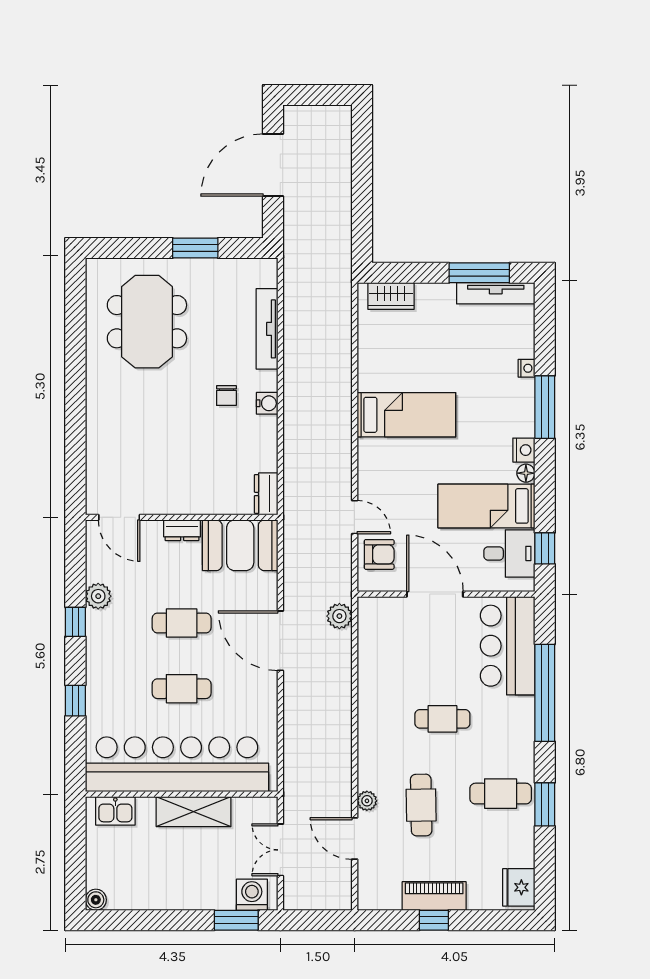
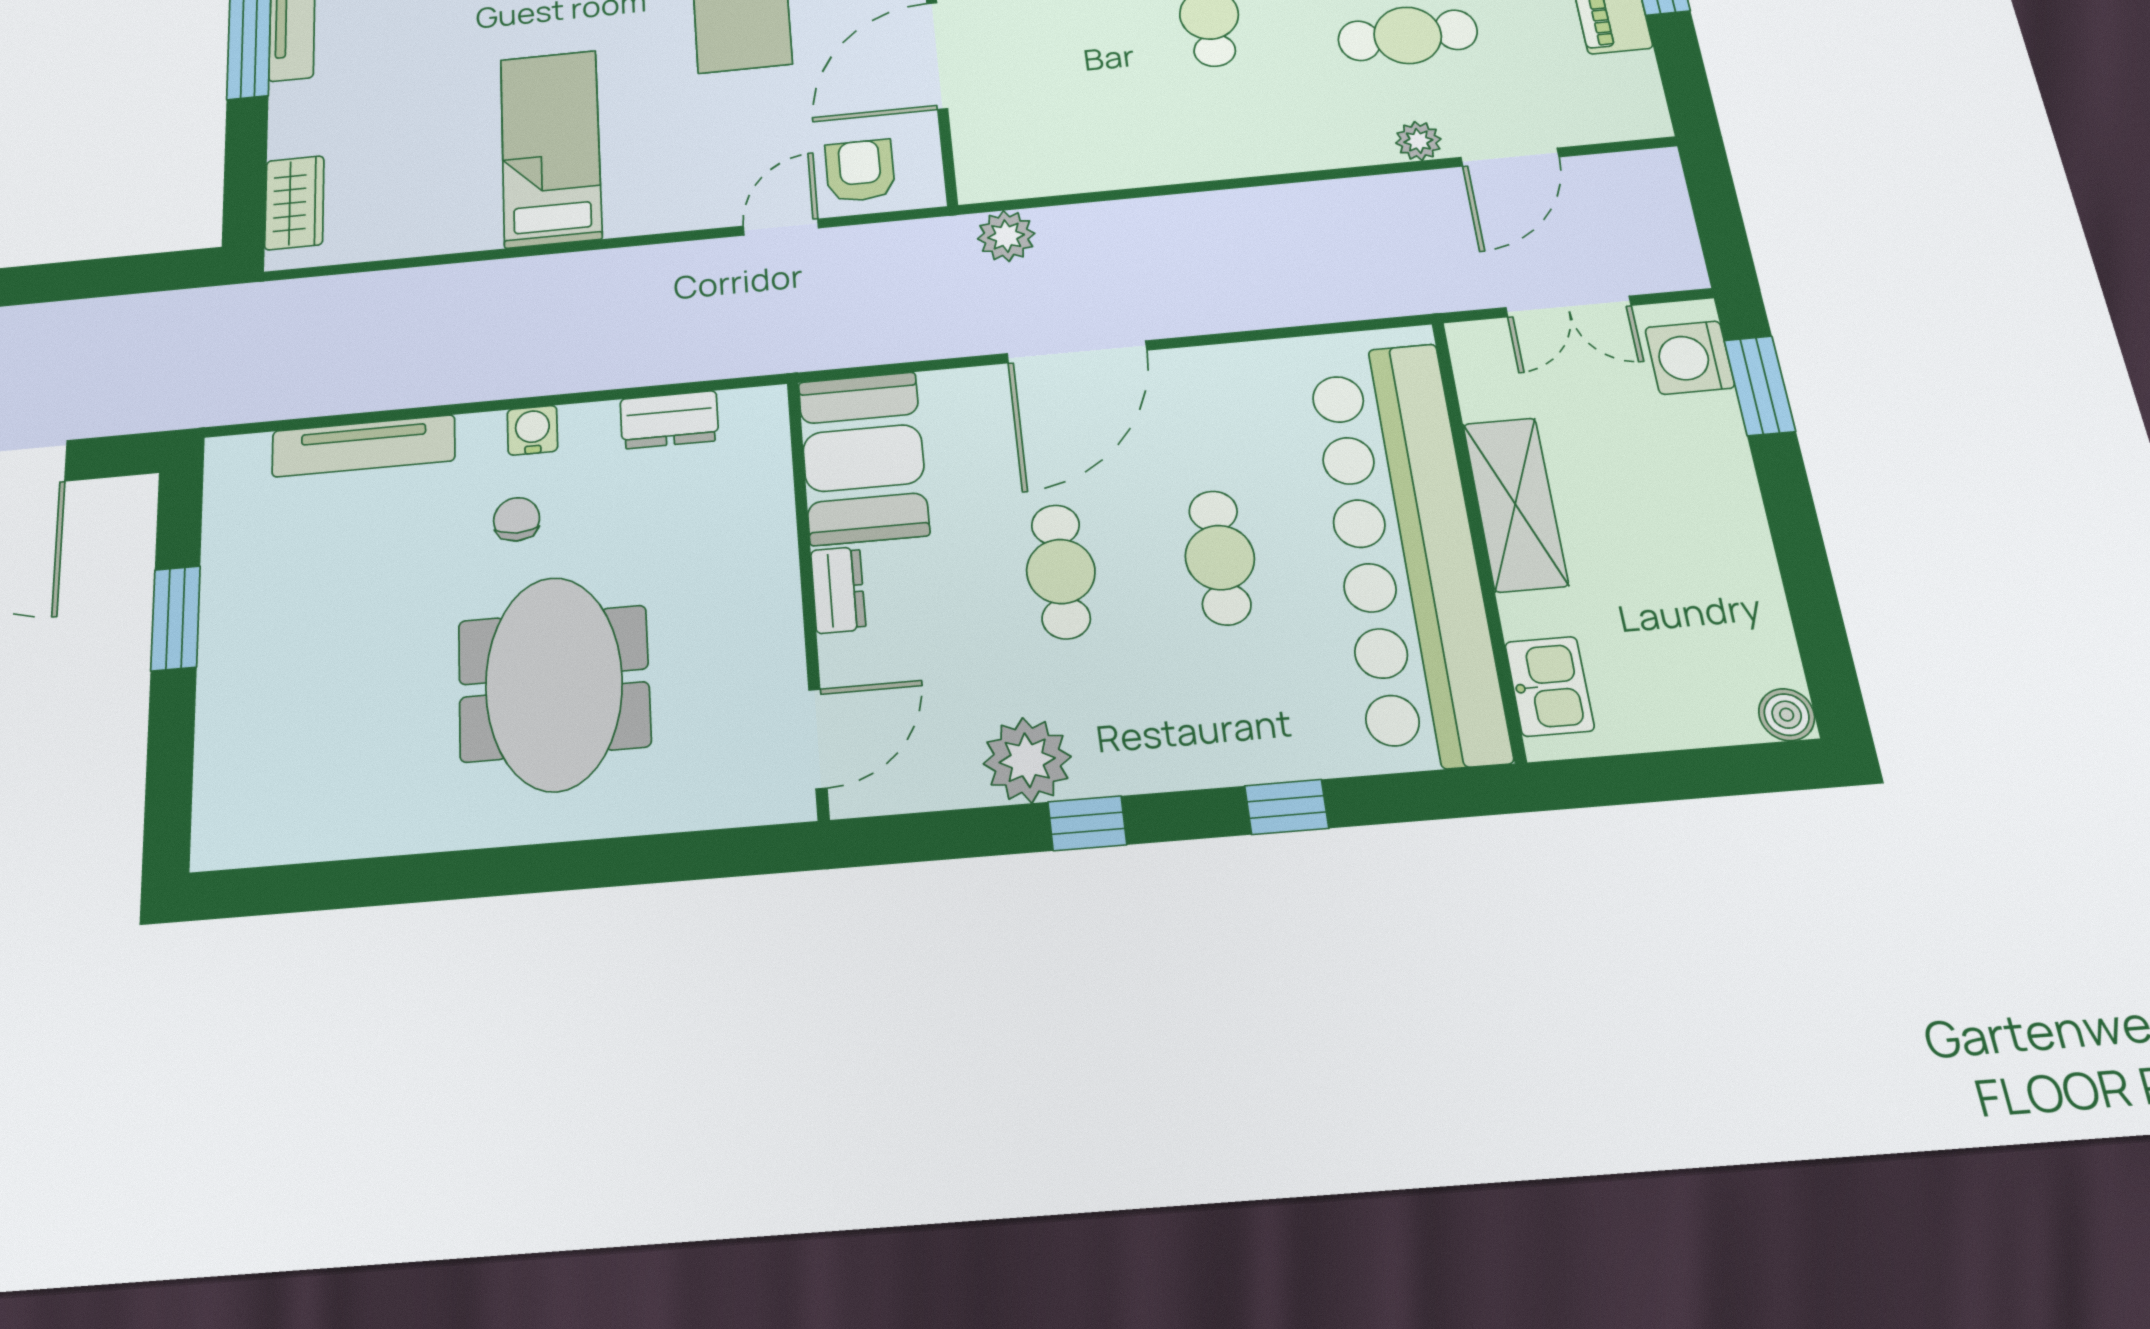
meeting table: (147, 322) -> (554, 683), moved, turned 90
chair: (226, 396) -> (517, 519), turned -90
dresser: (266, 494) -> (669, 420), moved
plant: (98, 596) -> (1027, 760), width x1.36, depth x1.36

